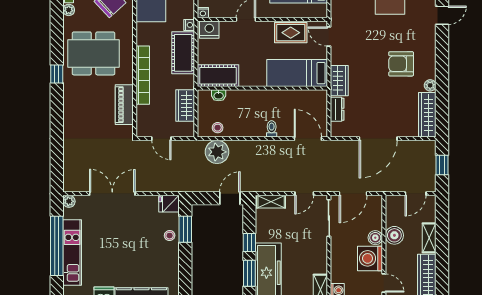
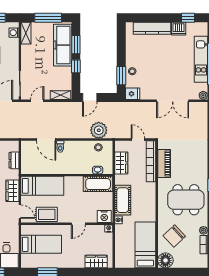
bookcase: (143, 75) -> (151, 161), moved
wardrobe: (339, 81) -> (12, 191), moved
door: (308, 139) -> (46, 140), moved

